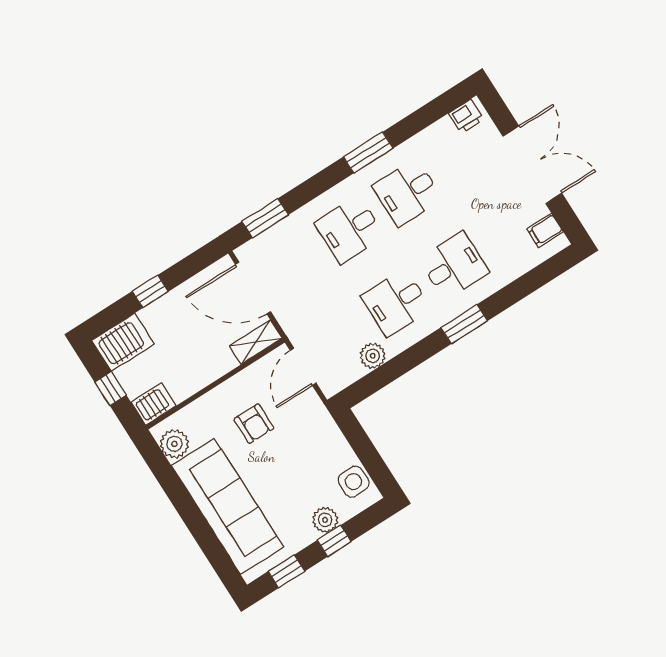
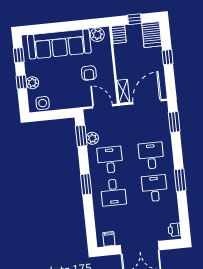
window: (378, 379) -> (81, 136), added
armchair: (254, 424) -> (89, 73), turned -90

